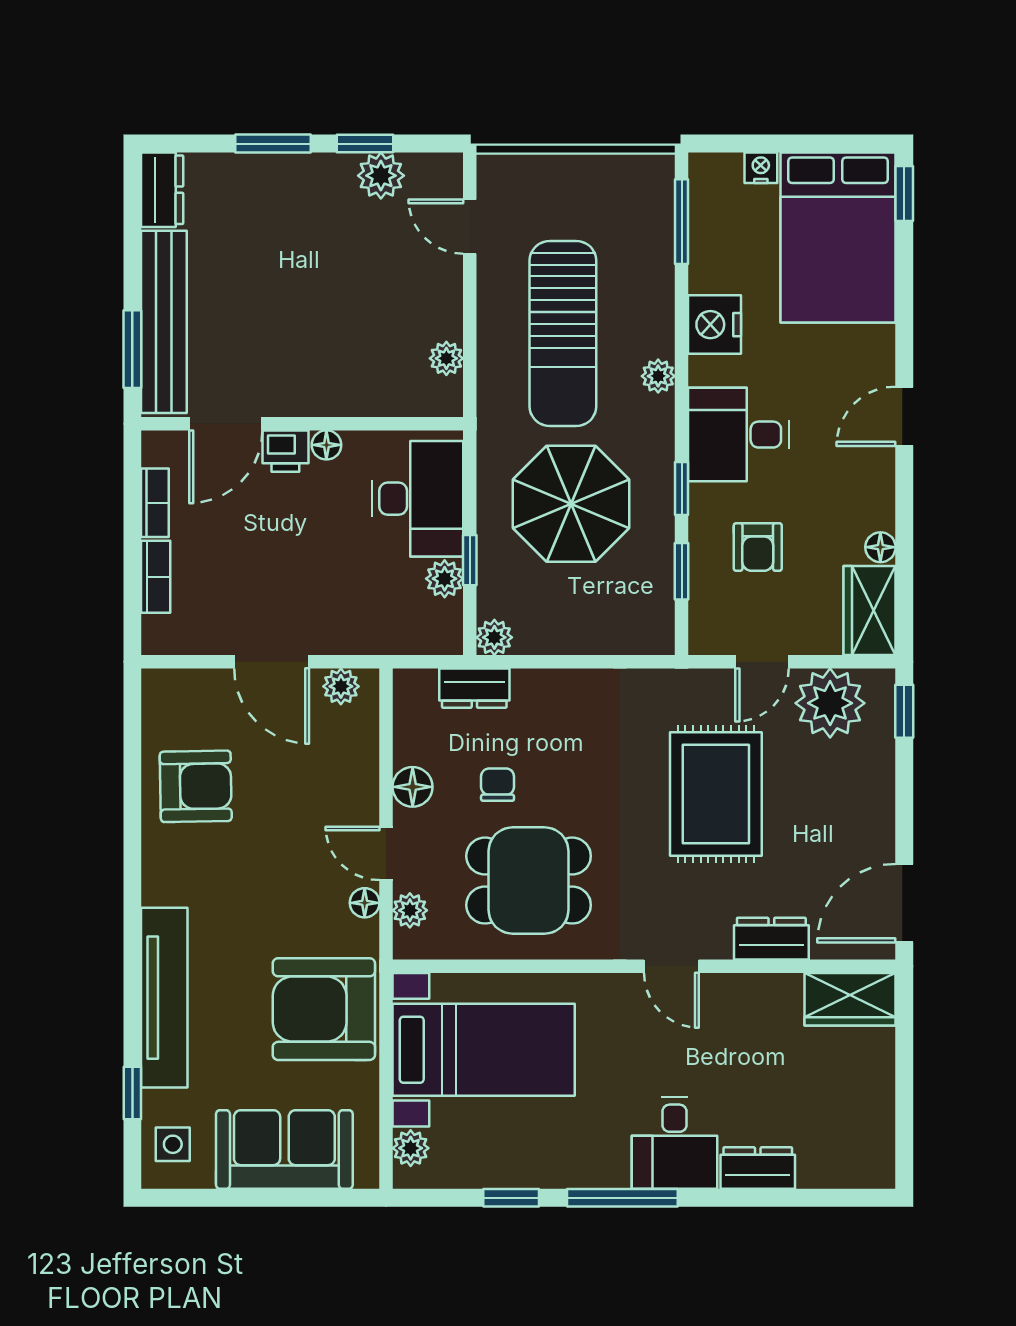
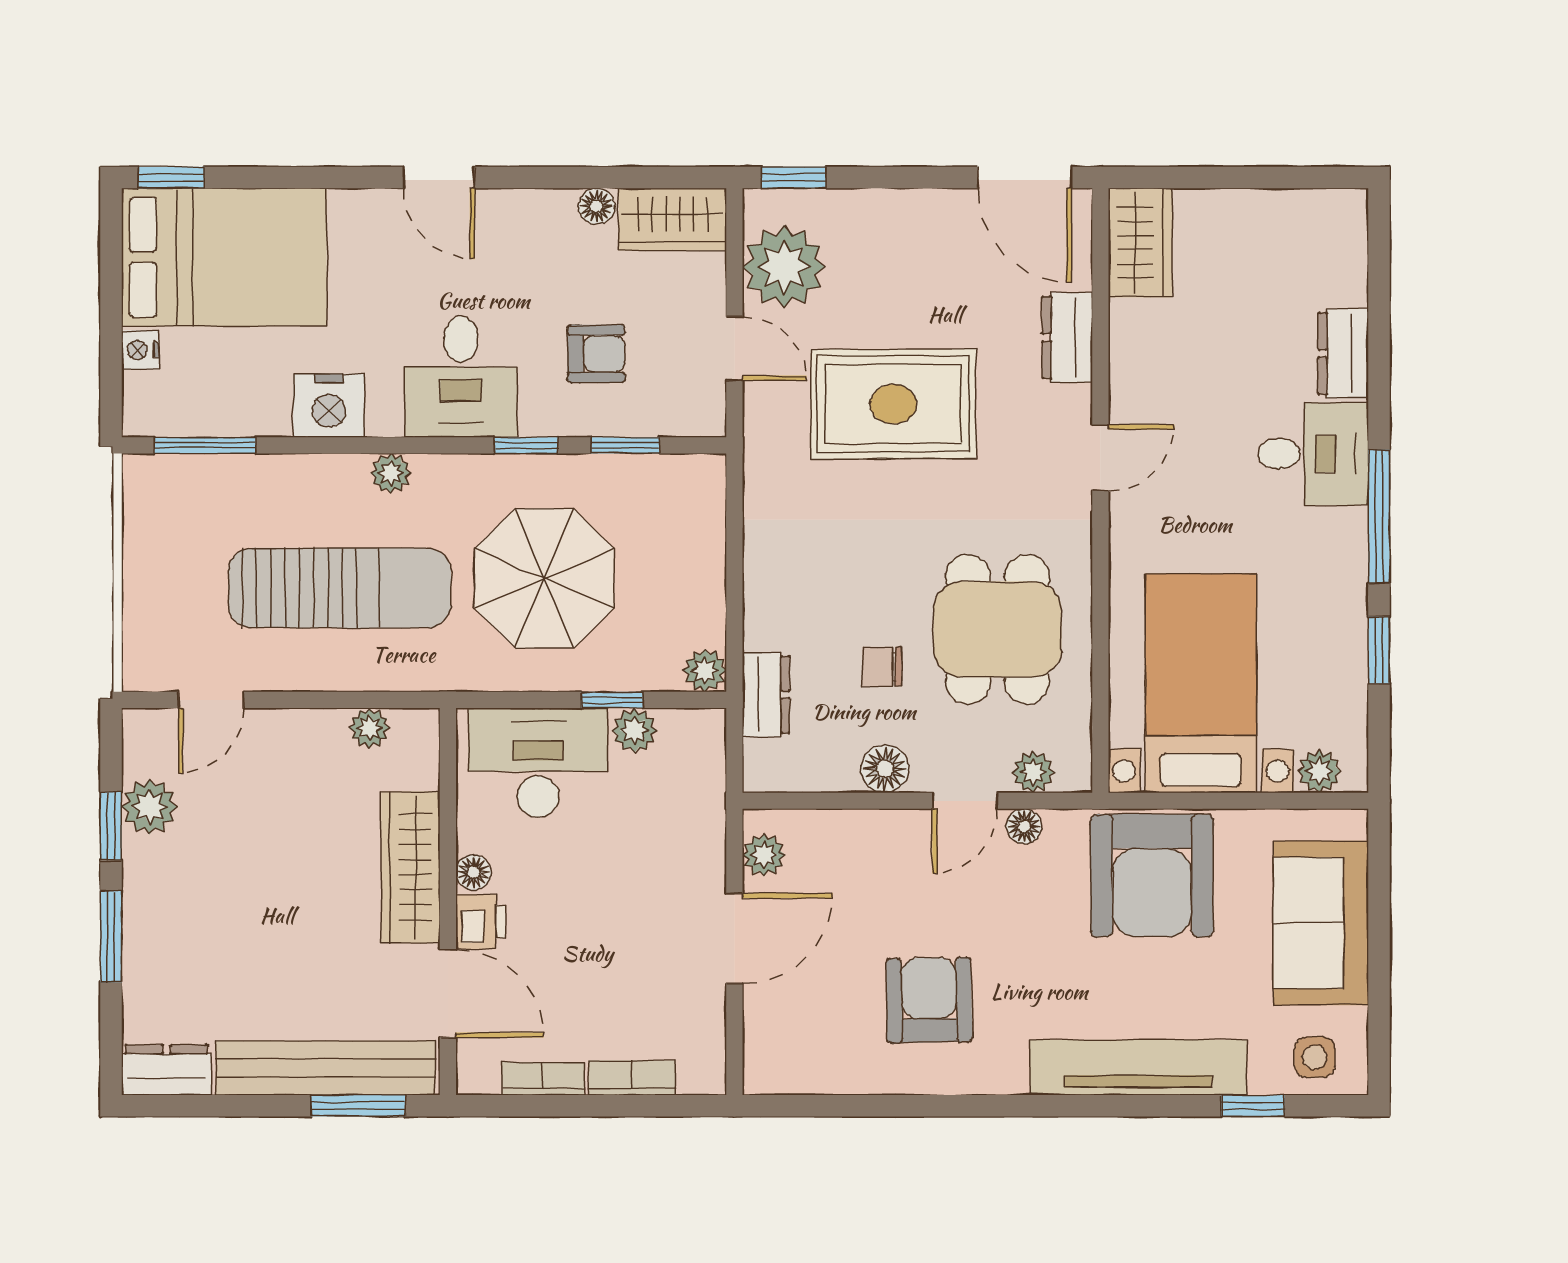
wardrobe: (331, 393) -> (411, 867), added
armchair: (196, 786) -> (929, 1000), moved

